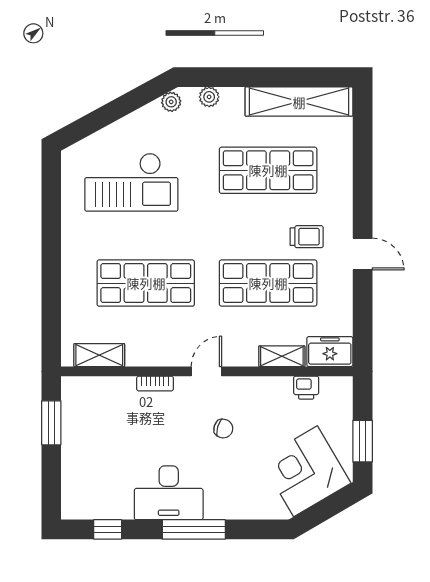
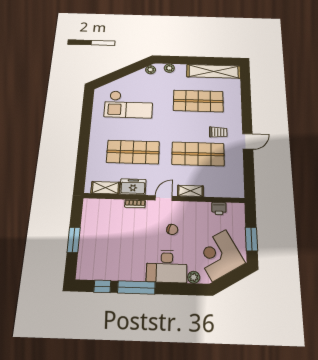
door: (363, 254) -> (248, 141), hinge flipped
freezer: (330, 352) -> (133, 187), moved
shelving: (282, 356) -> (190, 191), moved
window: (51, 423) -> (74, 240), moved
desk: (169, 493) -> (167, 266), moved
plant: (262, 510) -> (194, 277), added
window: (194, 529) -> (136, 287), moved

